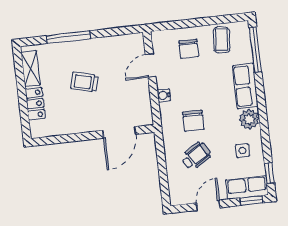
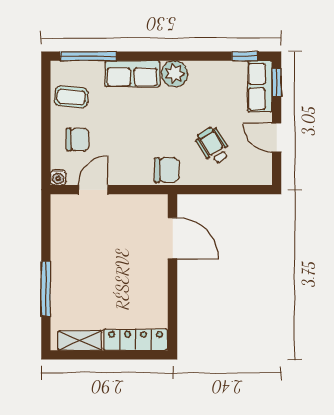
door: (151, 65) -> (93, 190), swing flipped
trolley: (84, 82) -> (104, 275), removed
water cooler: (164, 95) -> (58, 177), moved
locker: (35, 104) -> (136, 340), width x1.53
chair: (193, 121) -> (167, 170), moved
side table: (242, 150) -> (213, 87), removed

